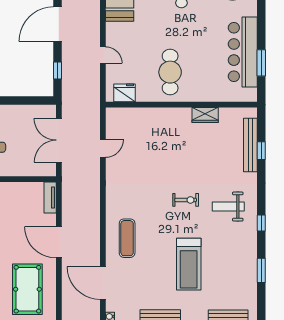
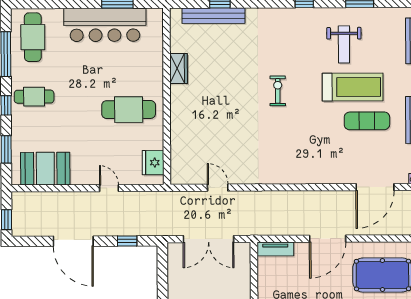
door: (103, 55) -> (109, 188), hinge flipped
weight bench: (228, 207) -> (344, 44), moved
exercise mat: (127, 238) -> (367, 121), moved

